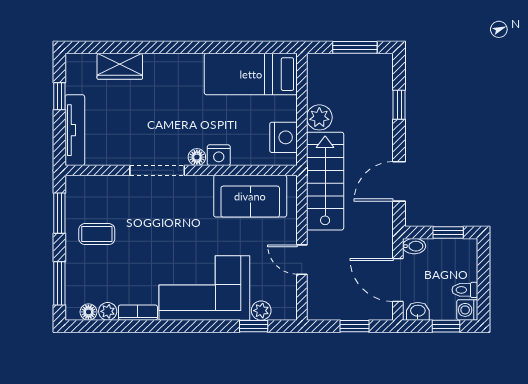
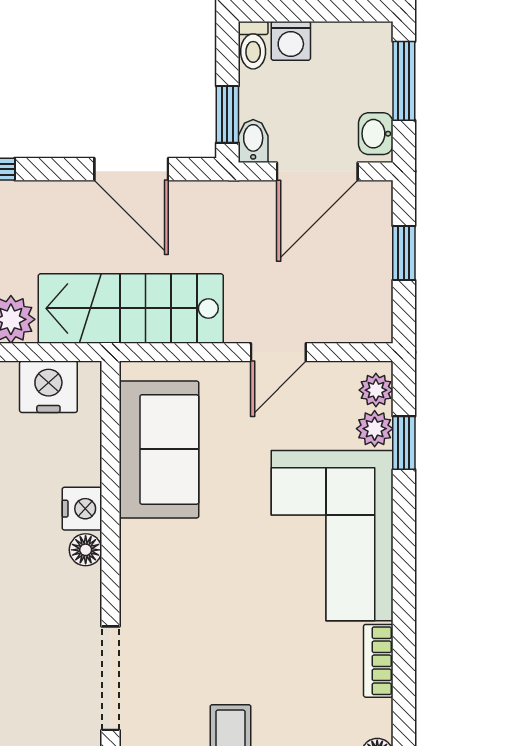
doorway: (157, 170) -> (111, 678), moved
window: (448, 232) -> (227, 114), moved
toilet: (465, 290) -> (253, 45), moved
washing machine: (467, 310) -> (291, 41), moved
plant: (108, 311) -> (376, 390), moved
window: (446, 326) -> (404, 81), width x1.50

